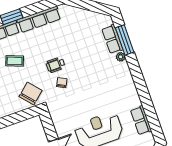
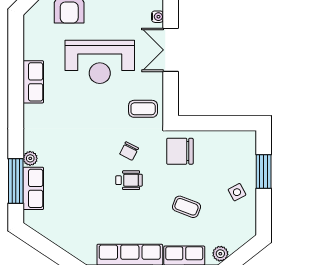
chair: (31, 93) -> (180, 151), turned 41
coffee table: (62, 111) -> (143, 109), added
row of seats: (141, 120) -> (33, 82), moved

